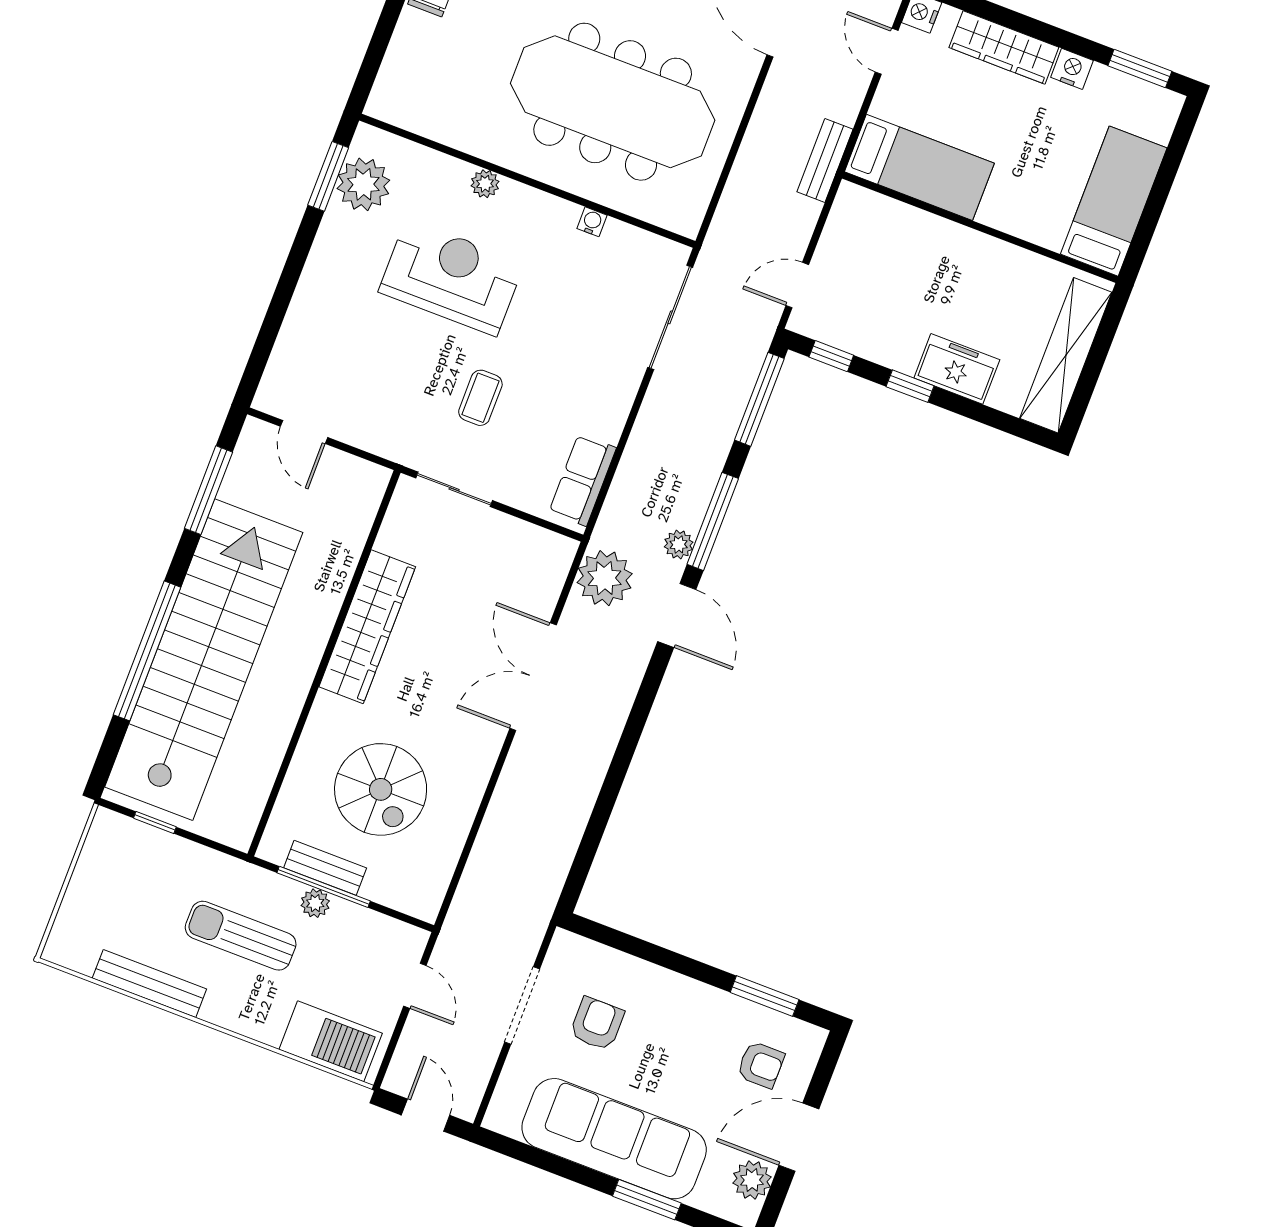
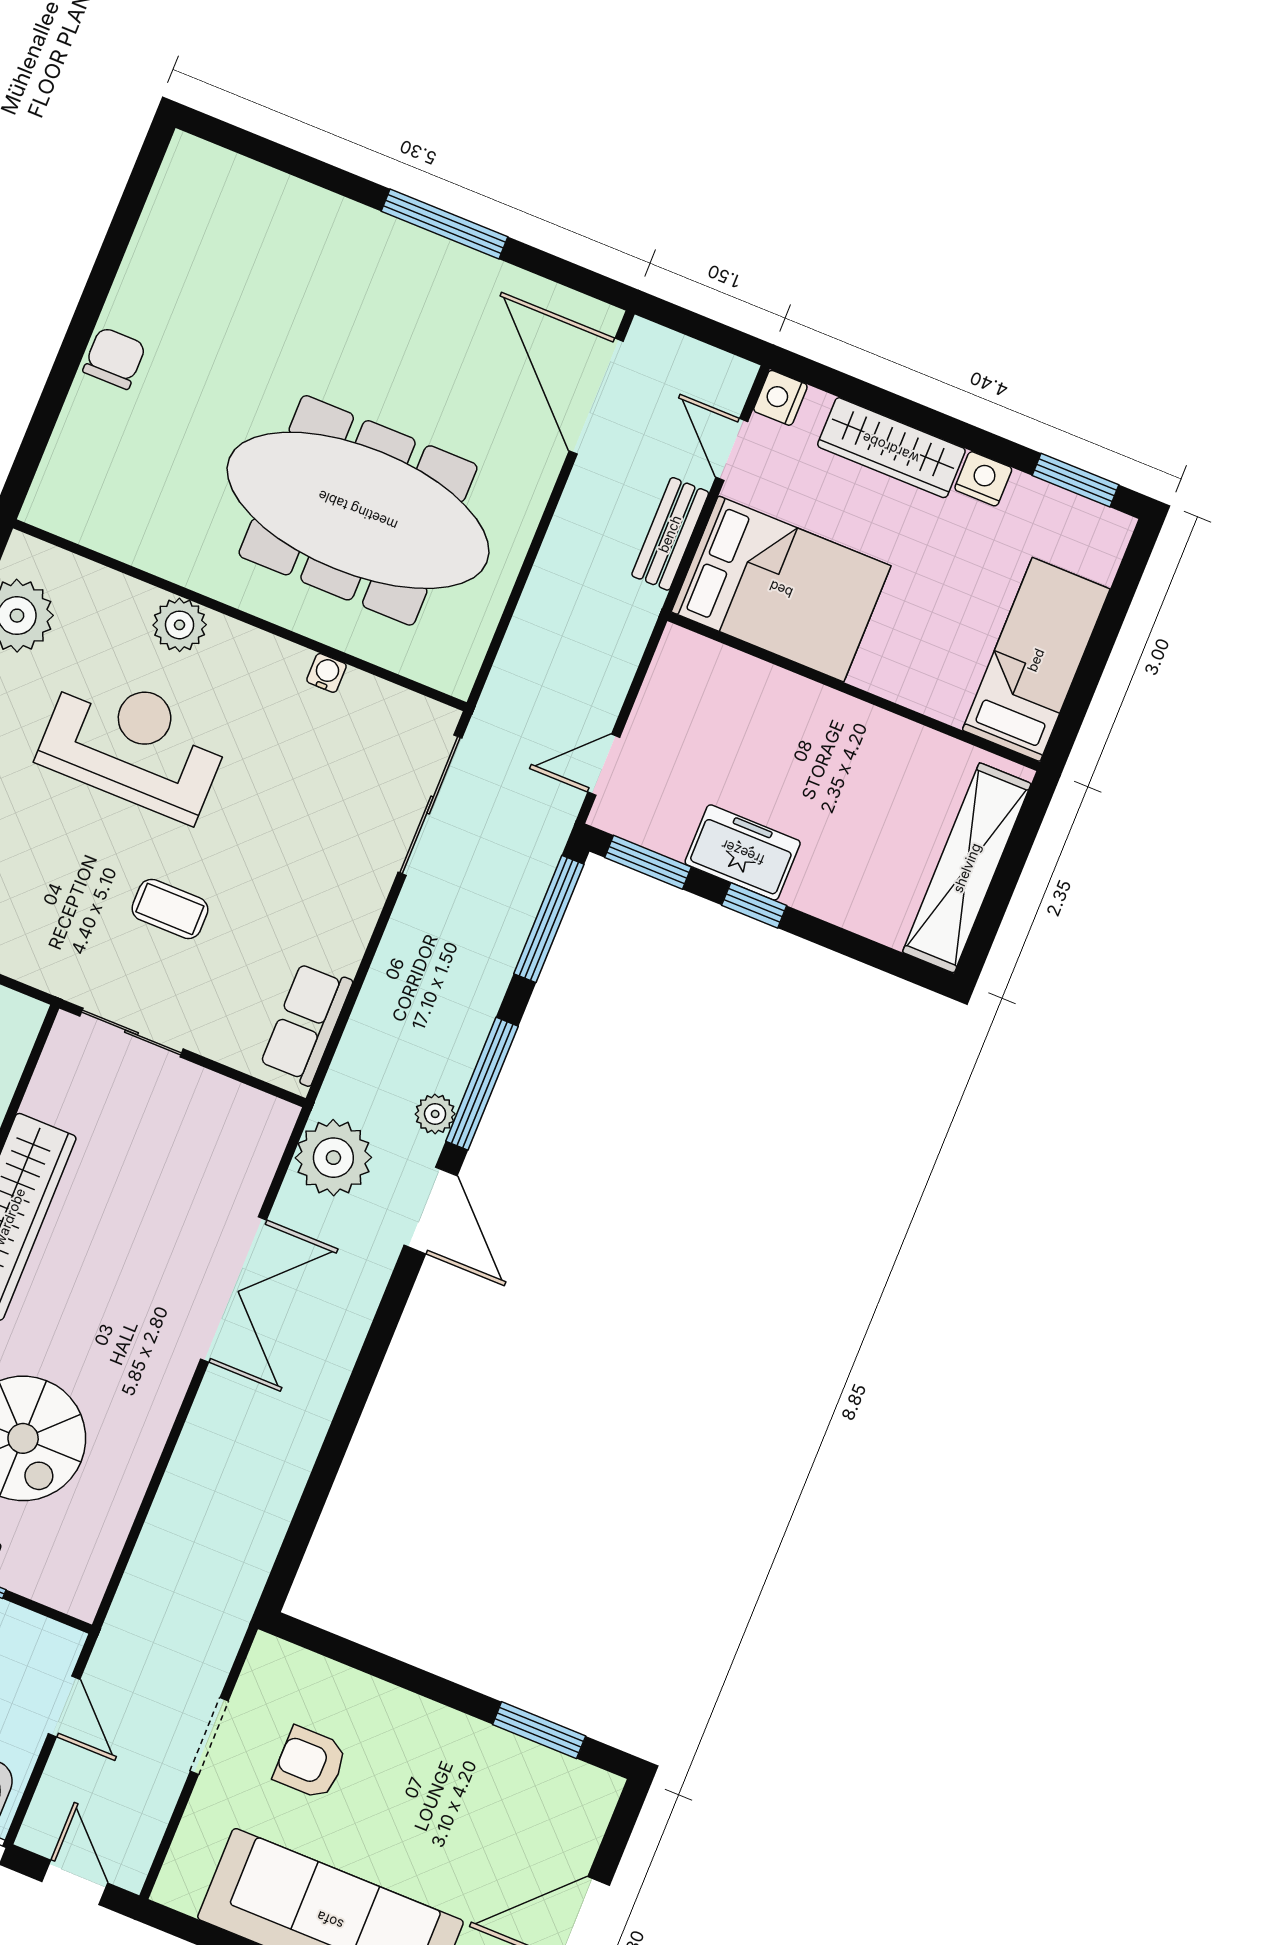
bench: (825, 161) -> (670, 534), moved
bed: (919, 167) -> (781, 589), width x1.50
plant: (485, 184) -> (180, 625), width x1.38, depth x1.38
window: (831, 356) -> (648, 862), width x1.50
freezer: (957, 369) -> (743, 852), moved
coffee table: (480, 398) -> (170, 909), turned 90
double door: (533, 677) -> (233, 1289), swing flipped
doorway: (522, 1006) -> (209, 1736), width x0.73
armchair: (597, 1024) -> (310, 1763), turned -90
armchair: (761, 1065) -> (532, 1823), removed

